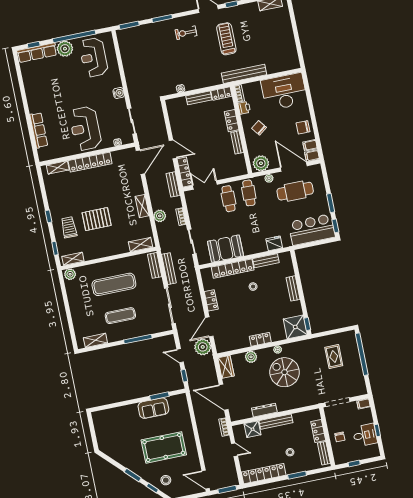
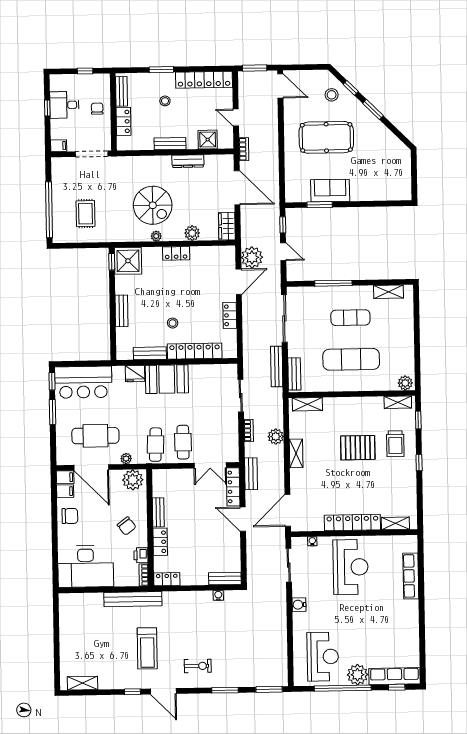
bench: (199, 98) -> (225, 579), moved
booth: (225, 249) -> (167, 379), moved
bench: (276, 422) -> (170, 144), width x0.73

